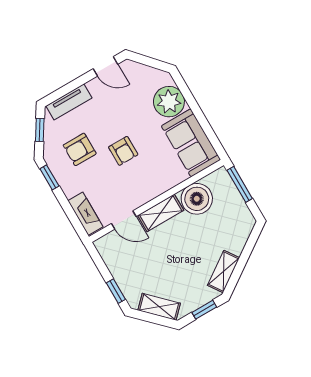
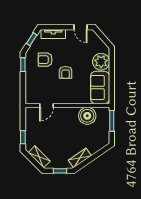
shelving: (161, 213) -> (66, 112), removed
fireplace: (85, 214) -> (30, 92), removed
door: (124, 220) -> (47, 106), hinge flipped

